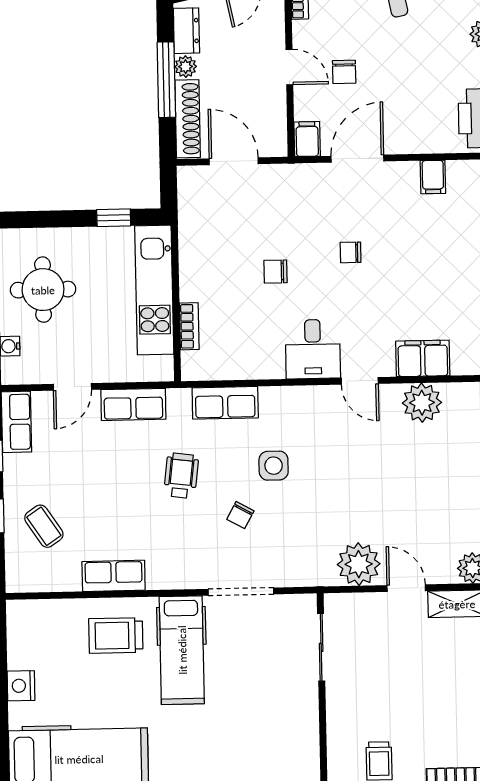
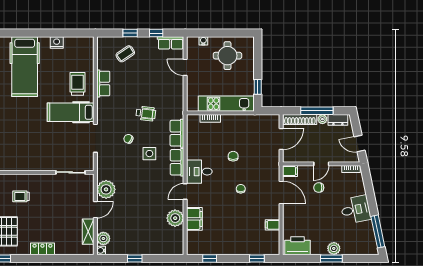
row of seats: (133, 404) -> (177, 162), moved

